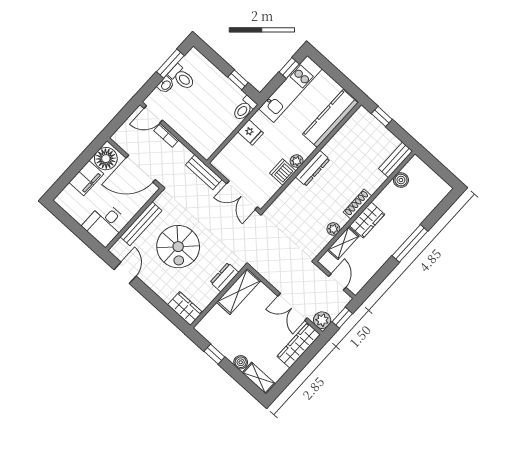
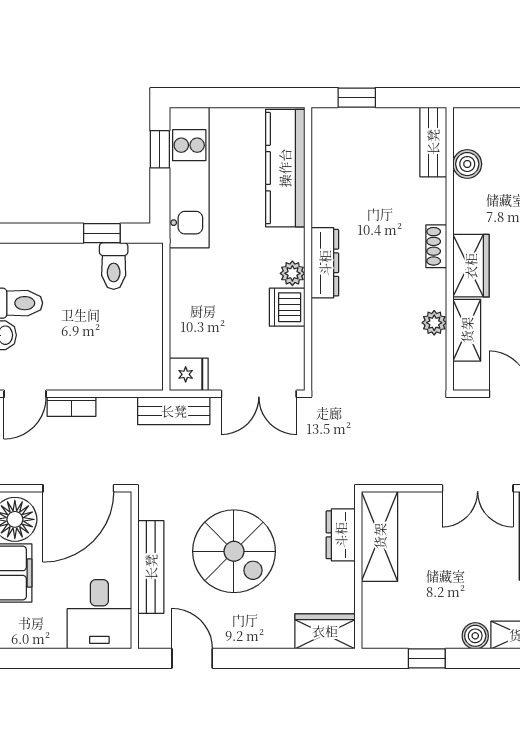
toilet: (244, 109) -> (114, 266), moved
fridge: (251, 132) -> (189, 374), moved
shoe rack: (357, 204) -> (436, 246), width x0.70

